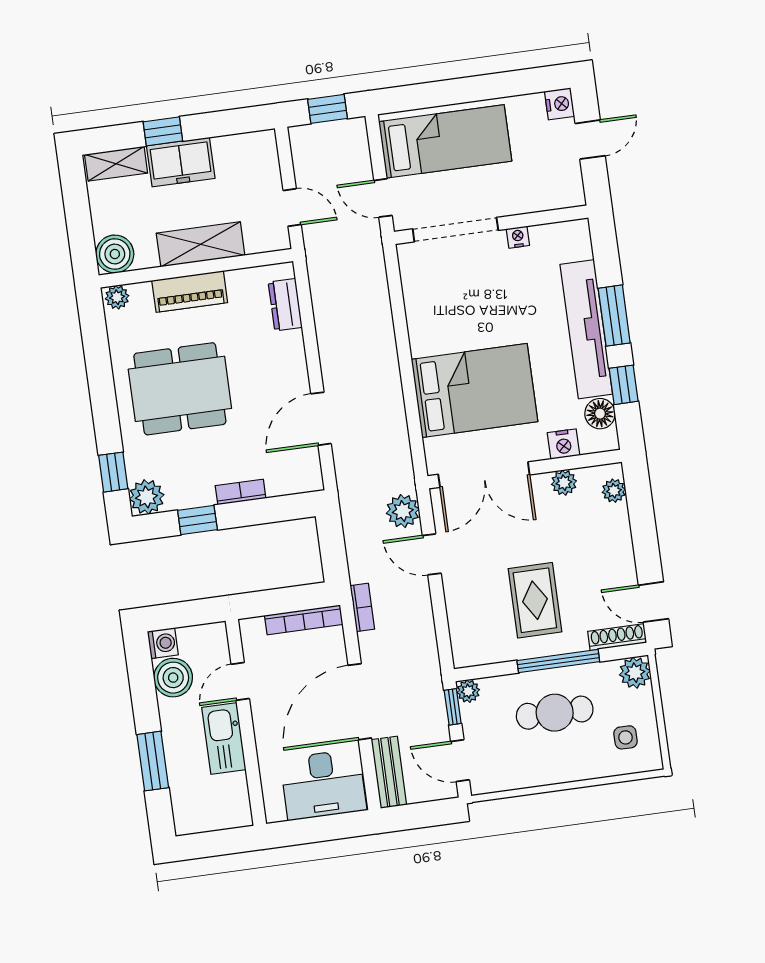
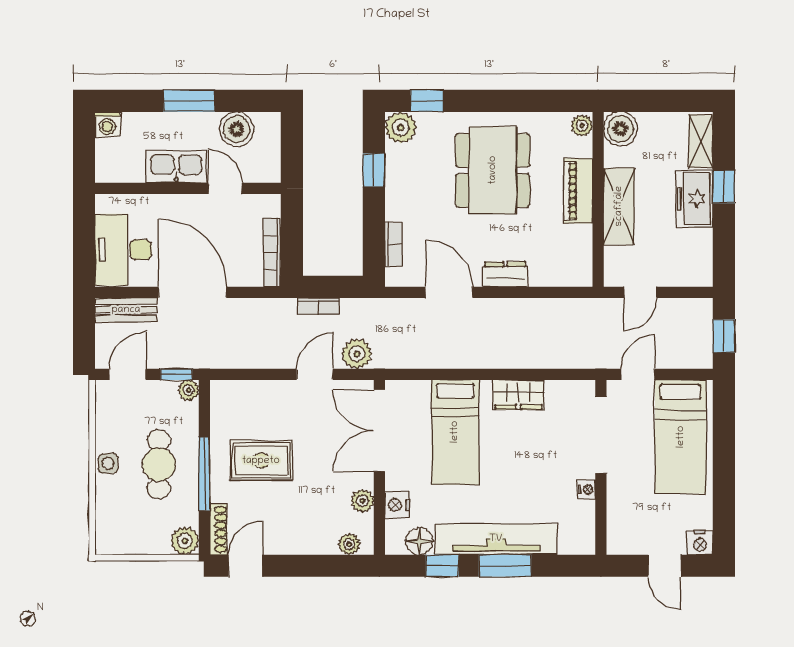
dresser: (285, 305) -> (505, 274), moved
wardrobe: (423, 327) -> (518, 395), added
bed: (475, 390) -> (455, 432), width x0.67
bookcase: (241, 492) -> (394, 244), moved
bookcase: (362, 607) -> (318, 306), moved
washing machine: (163, 643) -> (107, 124), moved
side table: (626, 737) -> (108, 463), moved
window: (153, 761) -> (189, 101), moved

